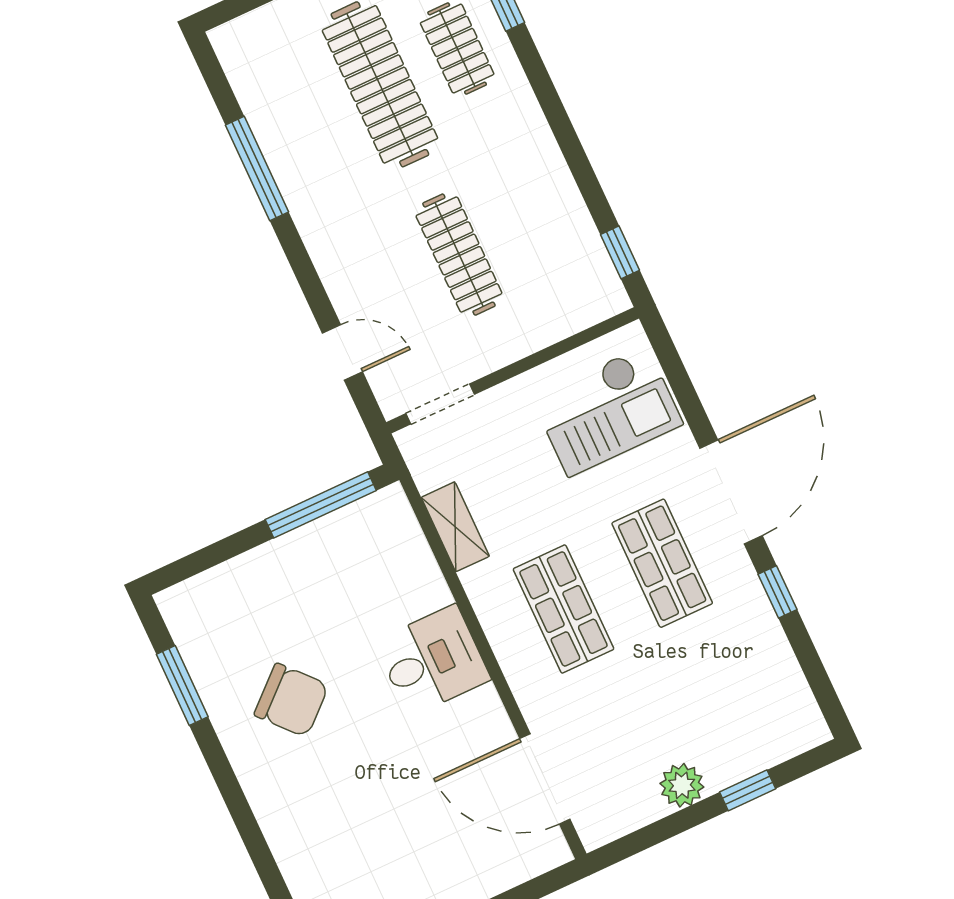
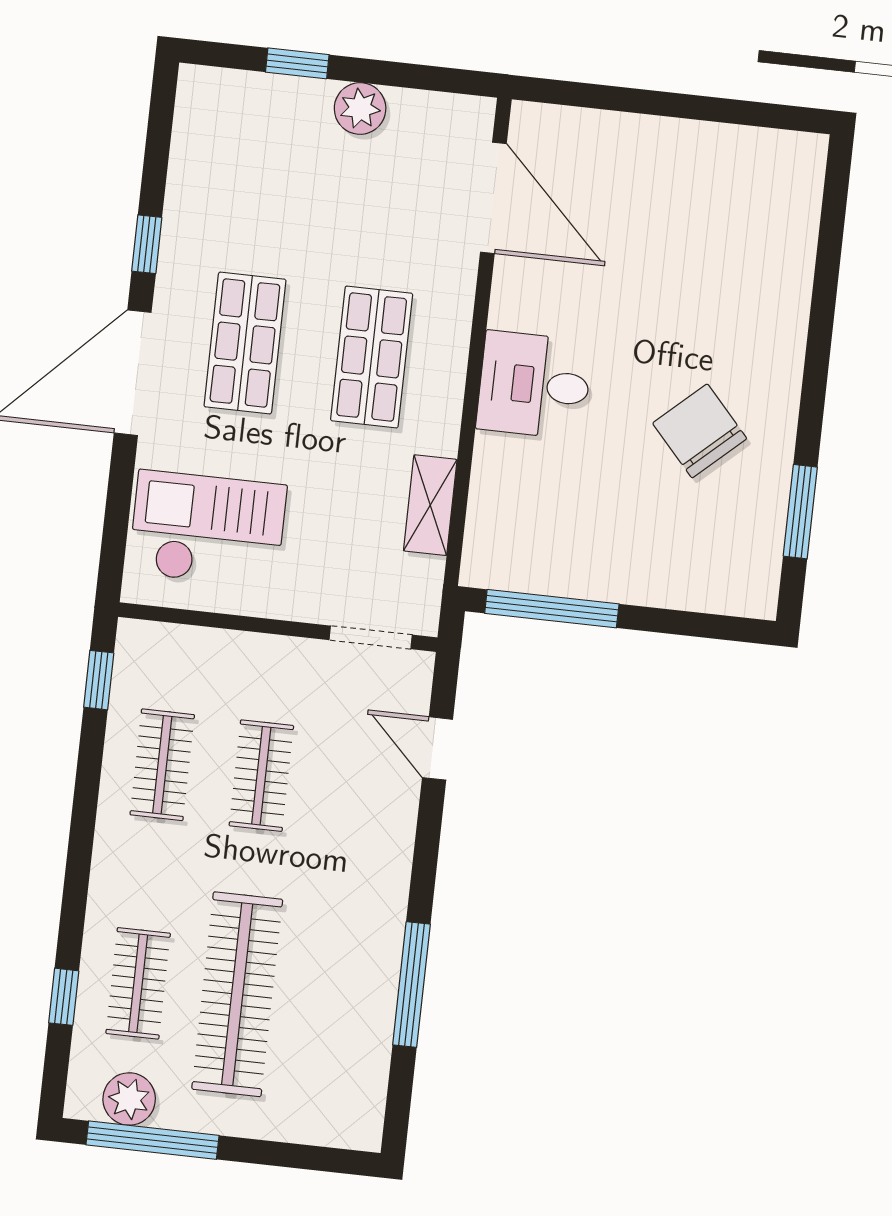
clothes rail: (536, 219) -> (162, 765), added
clothes rail: (459, 255) -> (261, 776), width x0.73

